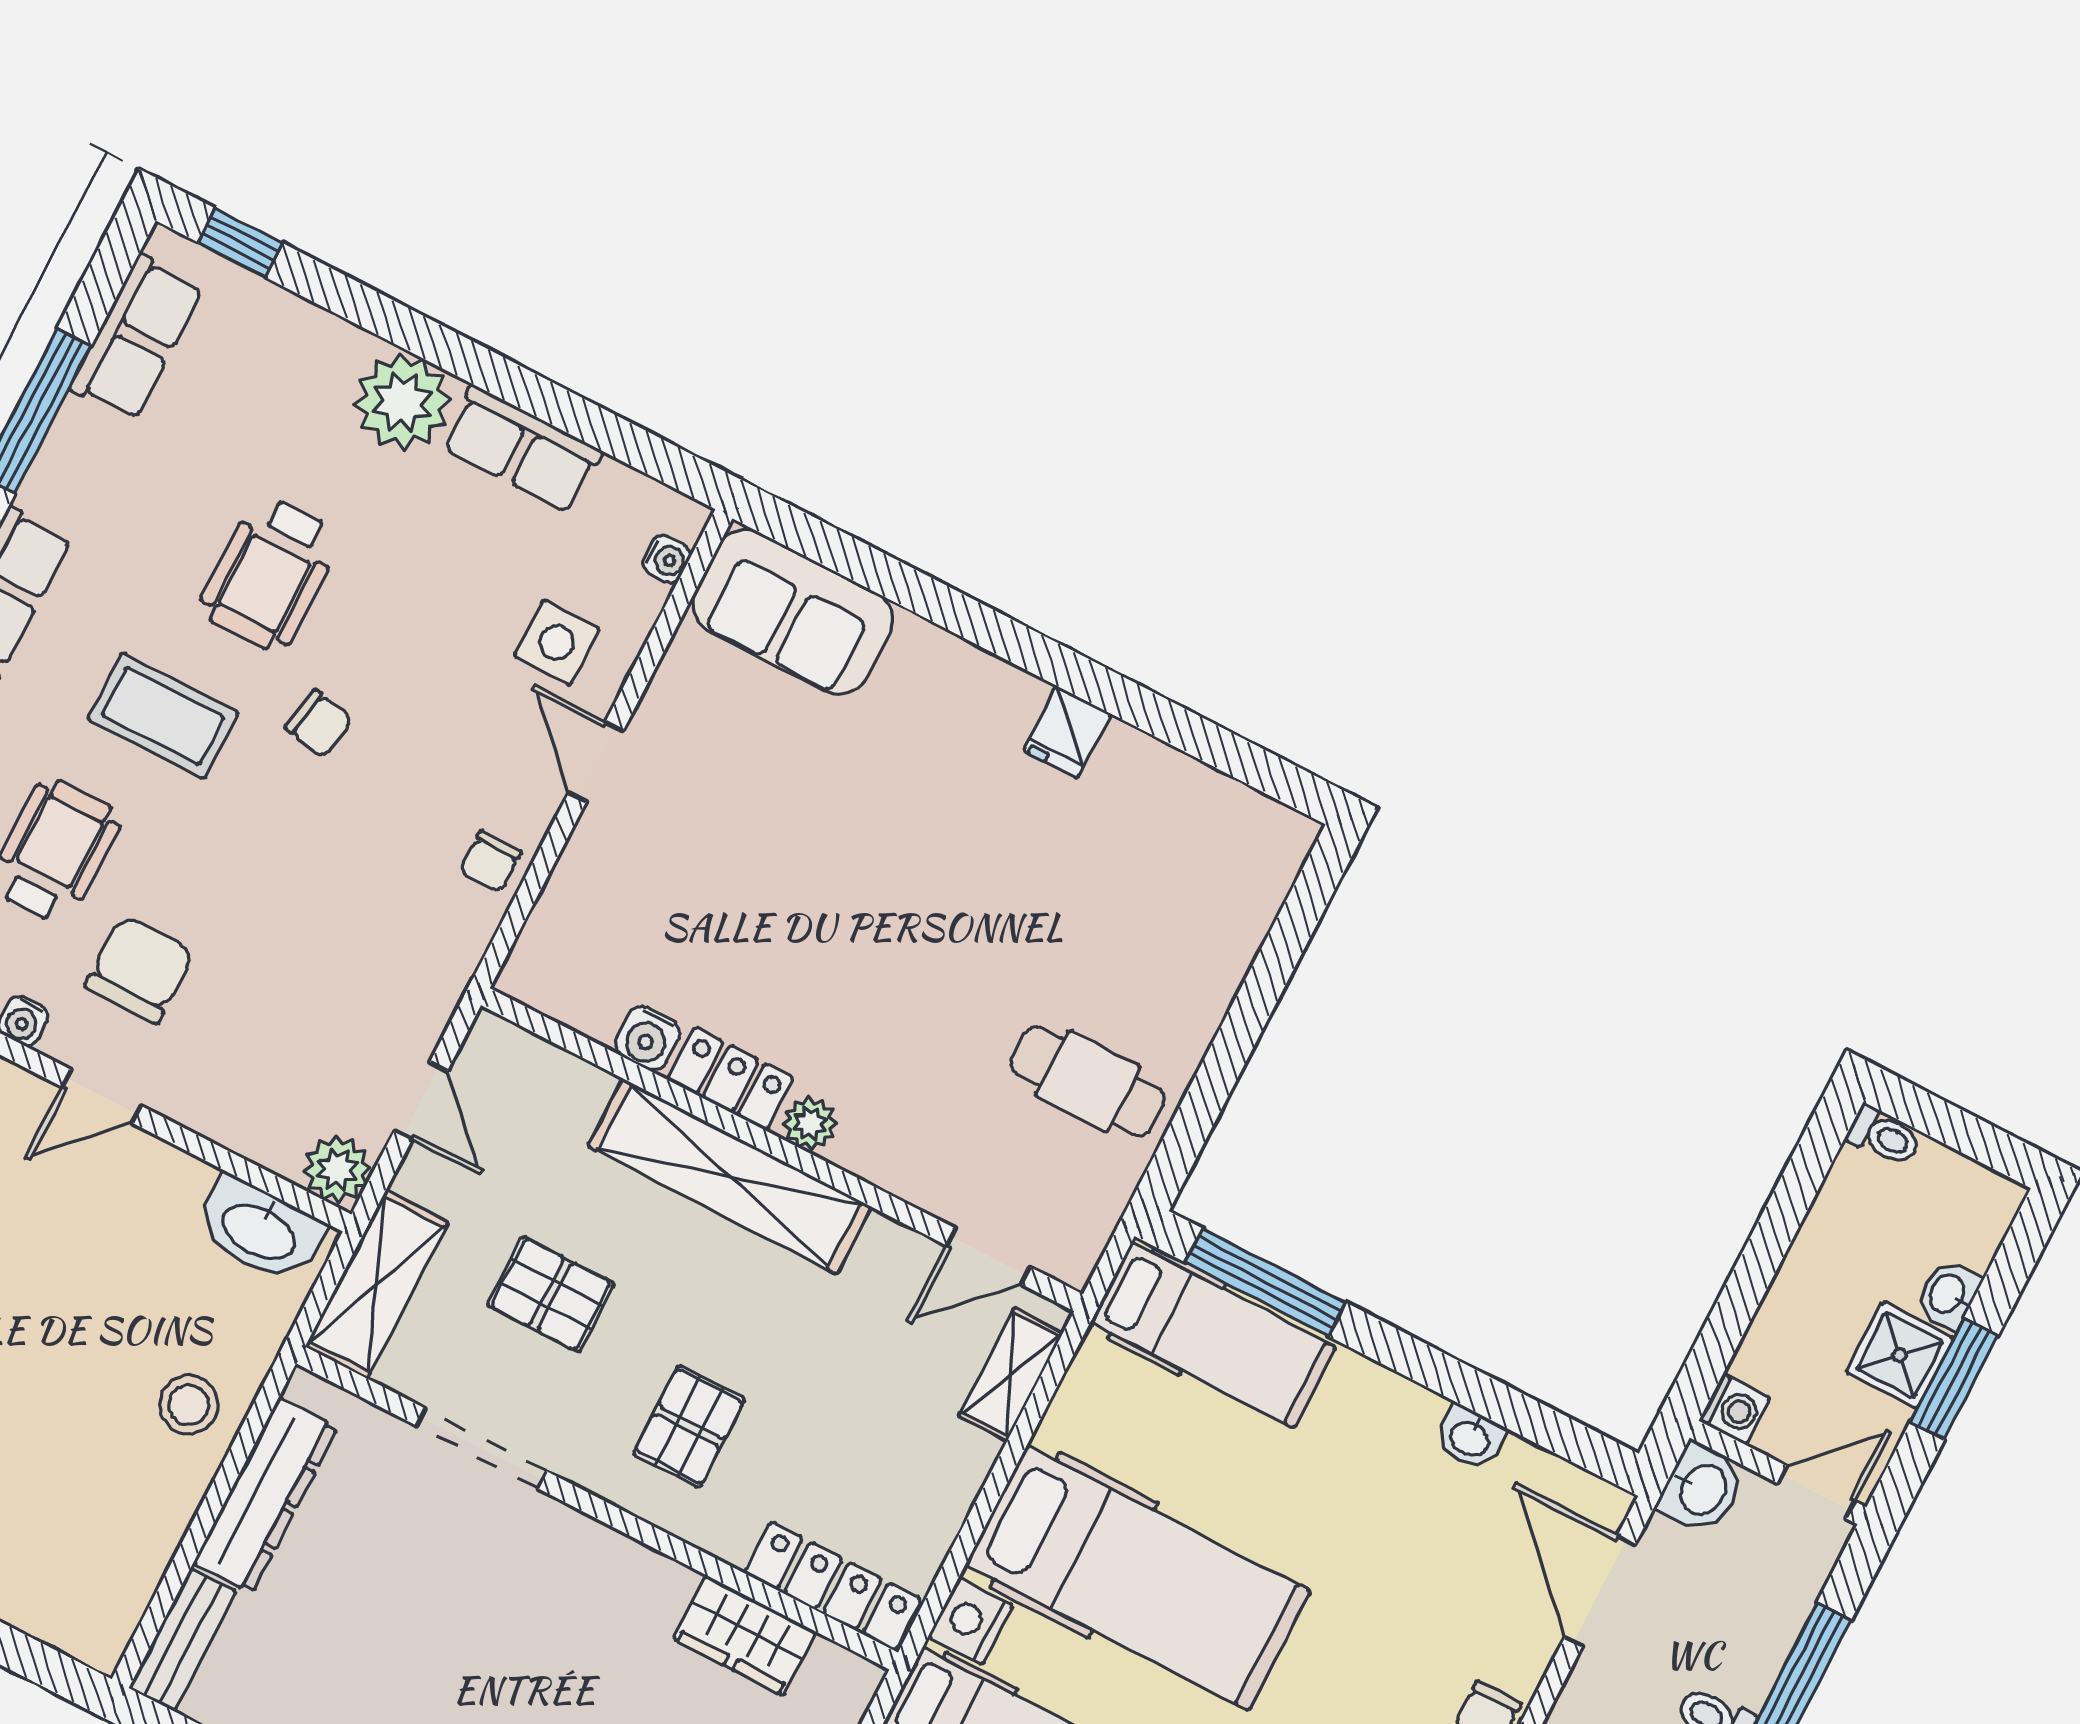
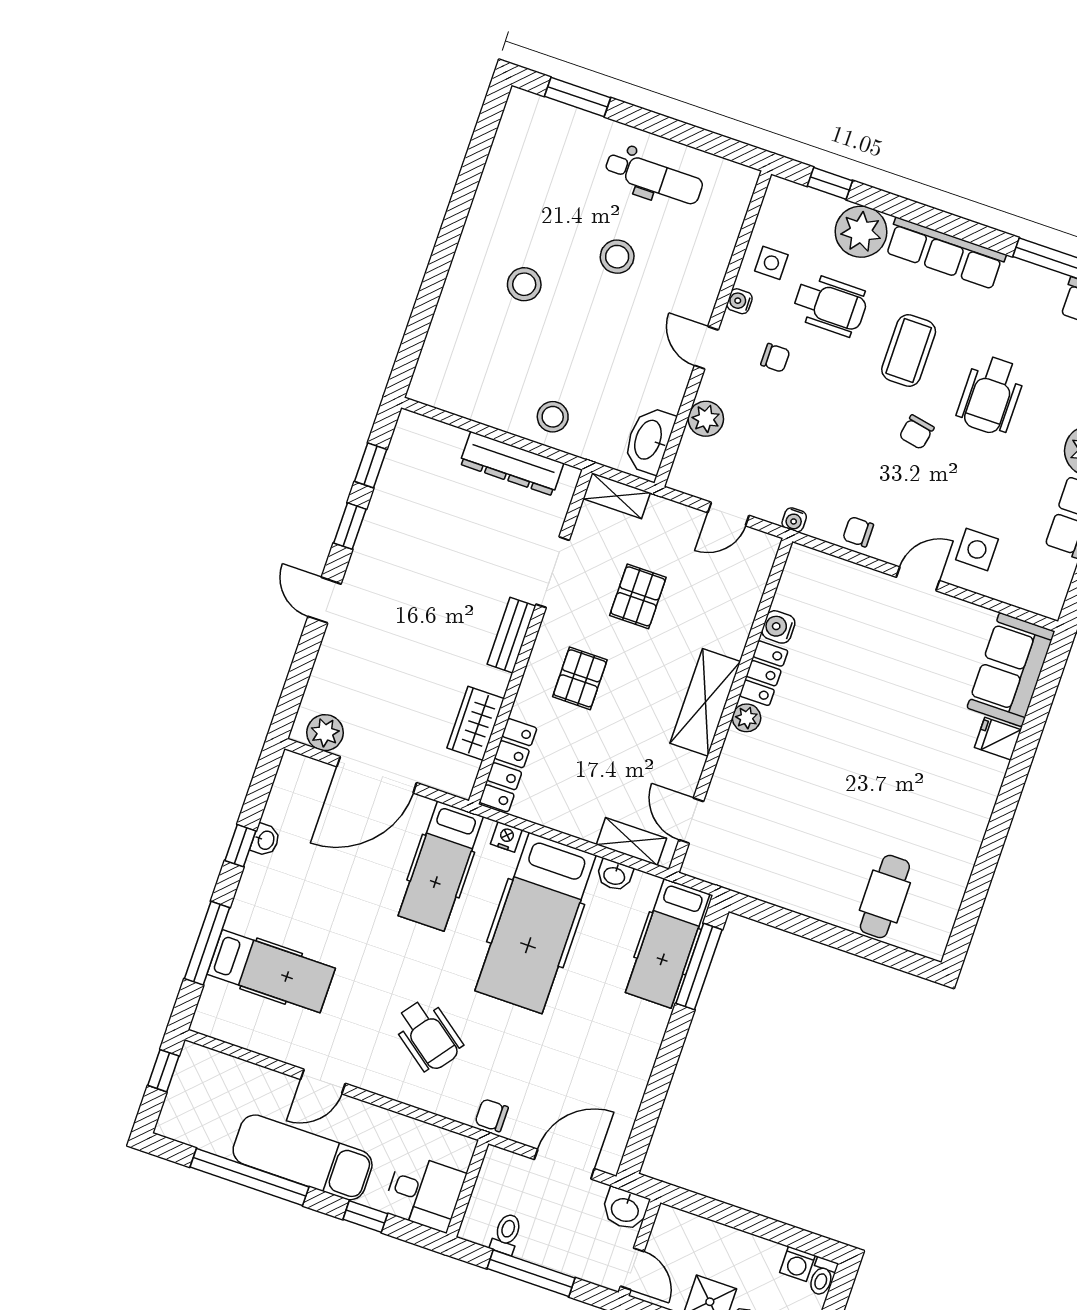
water cooler: (667, 559) -> (794, 520), moved
wheelchair: (270, 574) -> (991, 395), turned -90
fridge: (1067, 732) -> (998, 739), moved
chair: (139, 969) -> (775, 358), width x0.54, depth x0.54
cafe table: (1088, 1081) -> (885, 896), moved
plant: (337, 1170) -> (706, 419), moved
shelving: (730, 1176) -> (705, 702), width x0.68
shelving: (377, 1284) -> (617, 496), width x0.67, depth x0.75
washing machine: (1734, 1409) -> (797, 1264), moved
pallet: (689, 1426) -> (580, 678), turned 90
washbasin: (1470, 1437) -> (614, 875), moved, turned -90
nightstand: (970, 1621) -> (506, 837), width x0.72, depth x0.74
bench: (182, 1640) -> (511, 635), moved, turned 90

